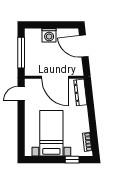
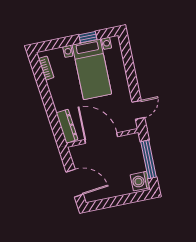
washing machine: (49, 35) -> (140, 181), moved, turned -90
window: (72, 160) -> (88, 37), moved

